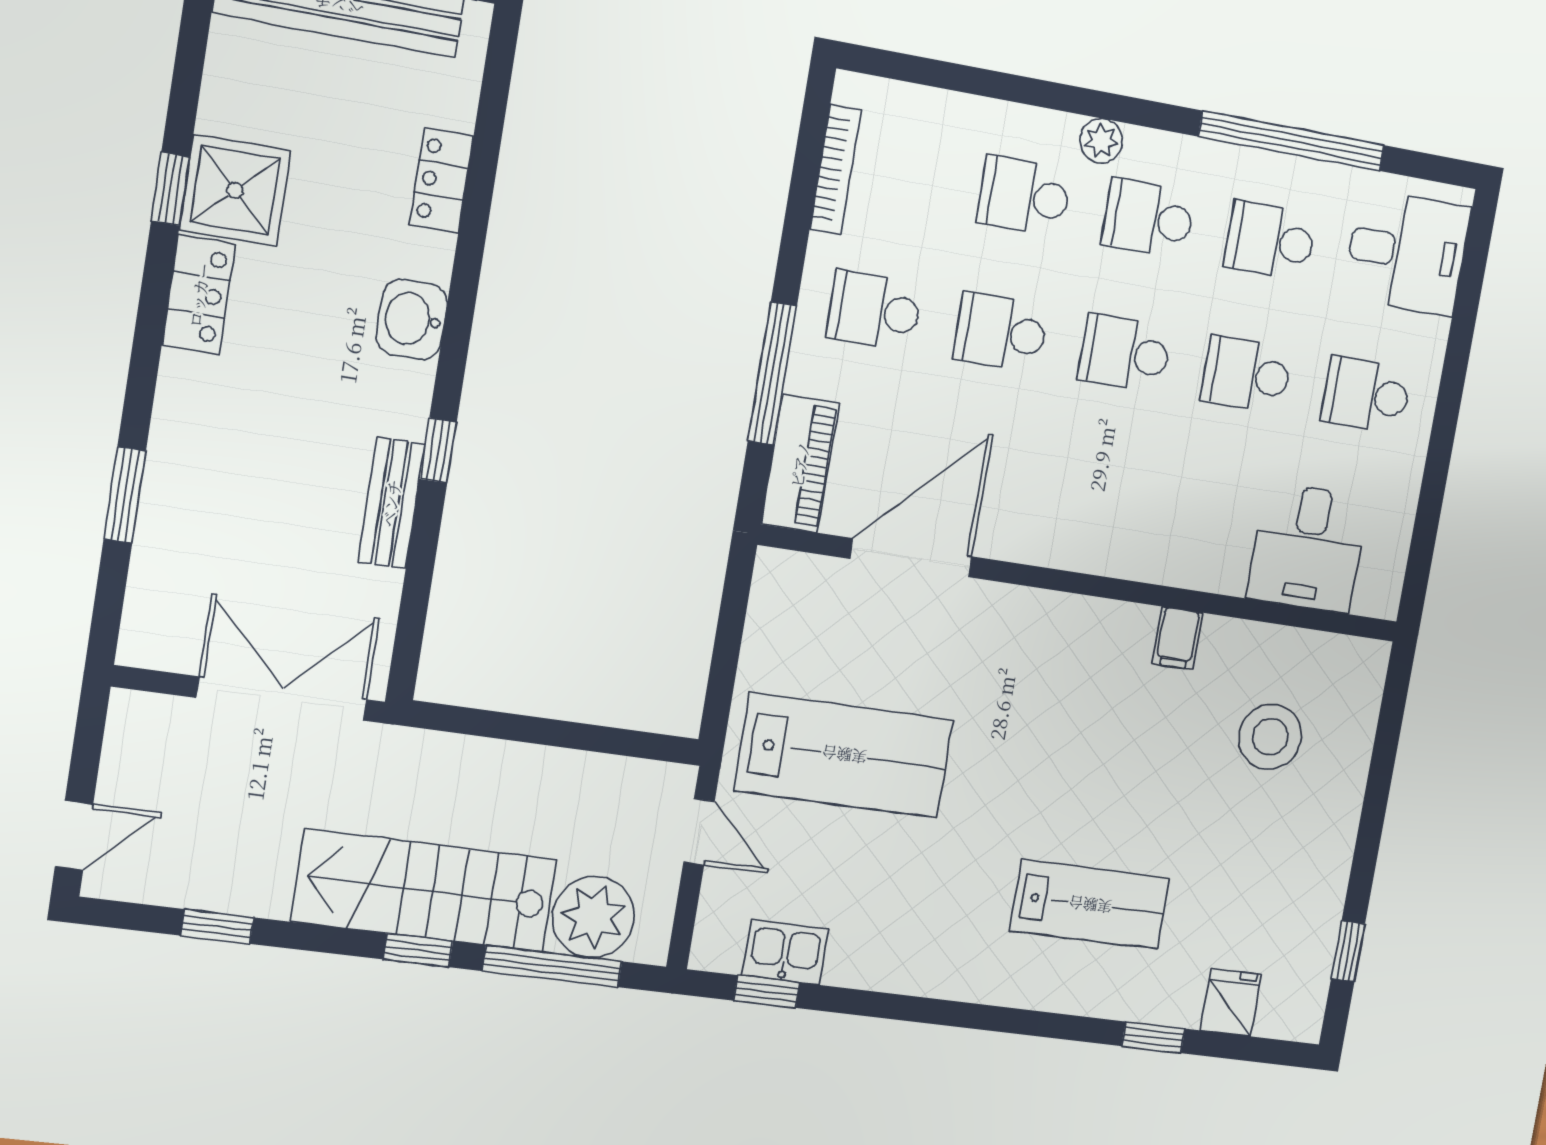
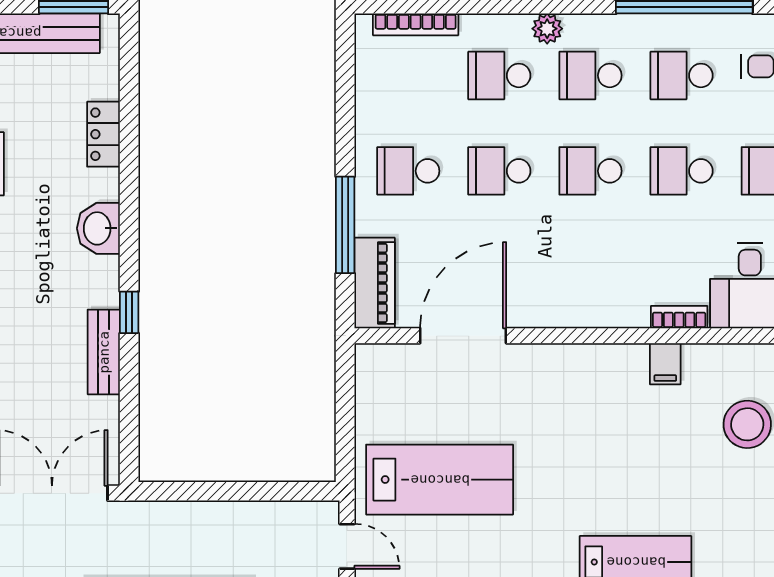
bookcase: (835, 169) -> (416, 24), moved, turned 90
bookcase: (1207, 577) -> (679, 317), added

